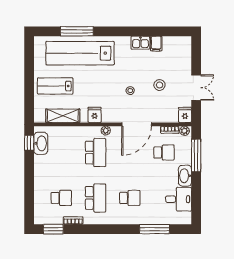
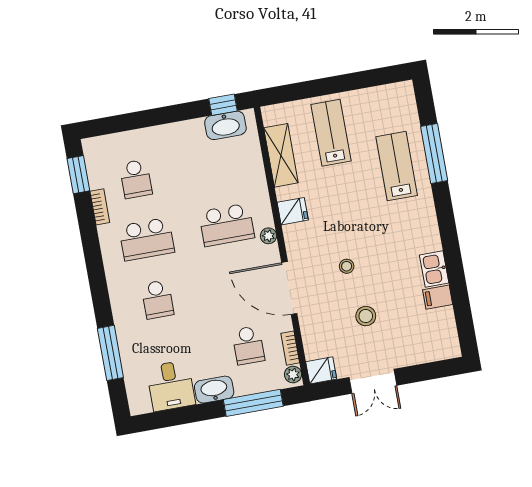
lab bench: (80, 53) -> (397, 166), width x0.54, depth x0.72

